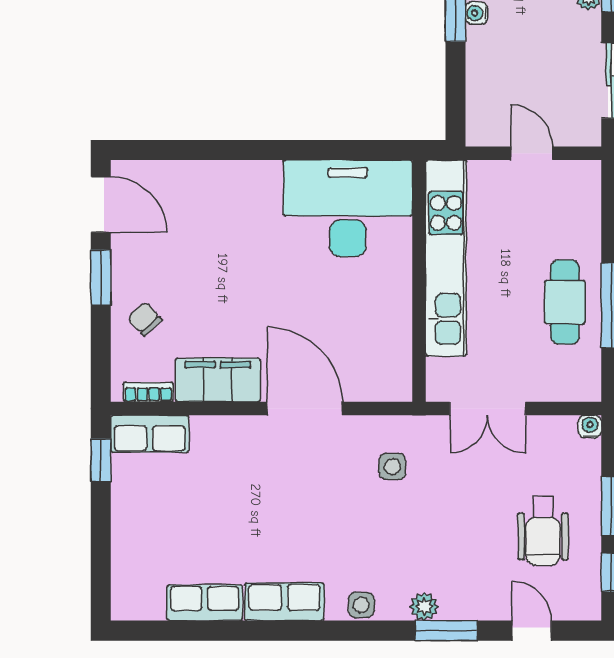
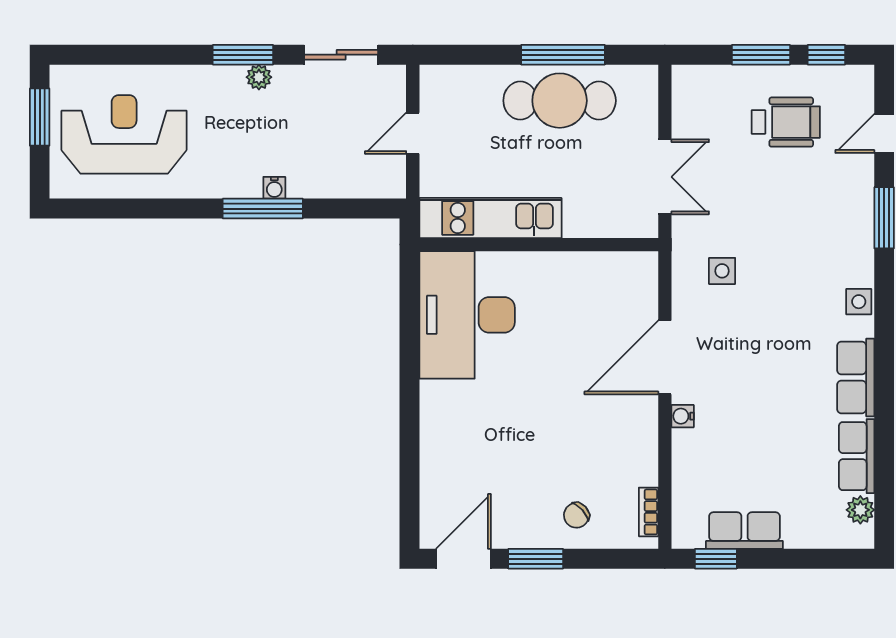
kitchen unit: (446, 258) -> (490, 218), width x0.73
cafe table: (565, 302) -> (560, 101), width x1.37, depth x1.35
filing cabinet: (218, 380) -> (637, 443), removed
water cooler: (590, 427) -> (683, 416), moved
row of seats: (150, 434) -> (744, 531), moved, turned -90
plant: (424, 607) -> (860, 510), moved

